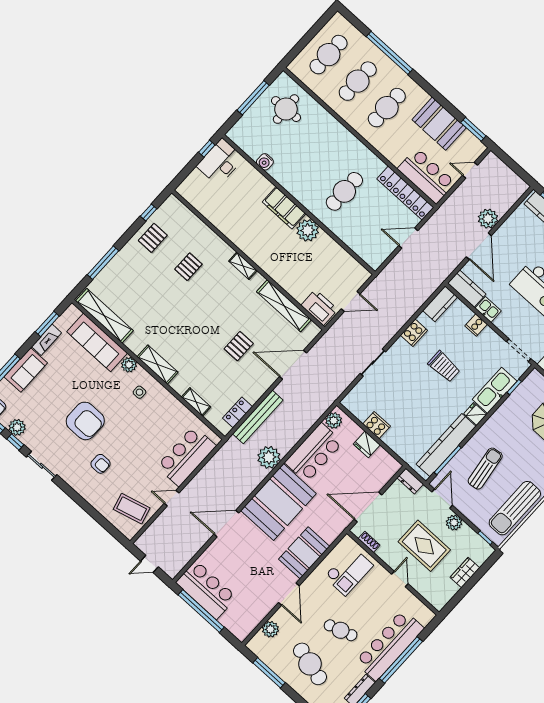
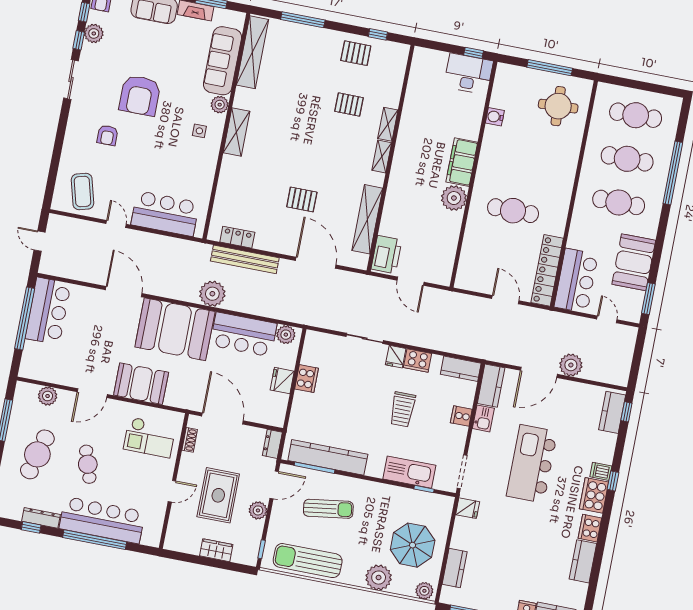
shelving: (196, 402) -> (388, 124), moved
fridge: (475, 414) -> (396, 357), moved, turned 180

